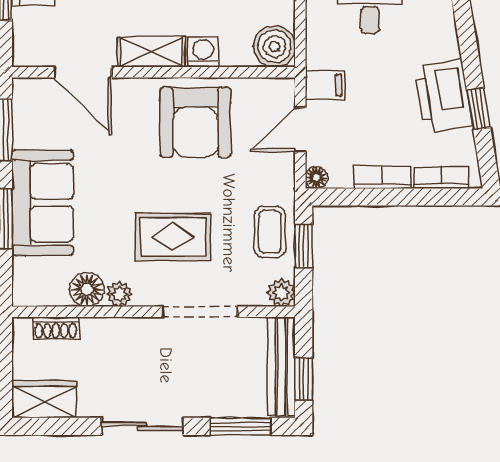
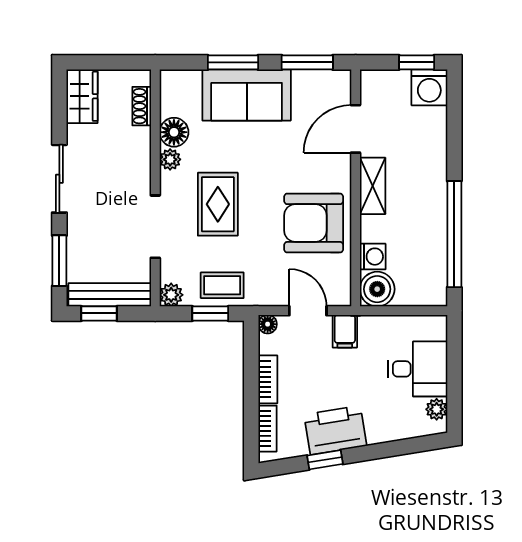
washing machine: (203, 52) -> (373, 257), moved

